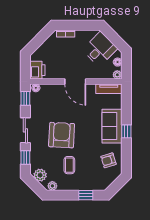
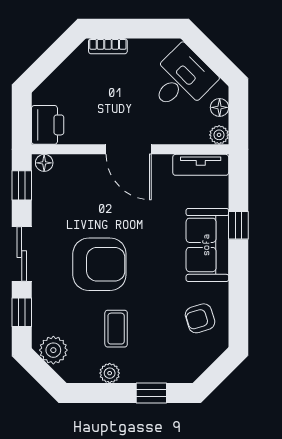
window: (126, 131) -> (238, 225), moved
armchair: (62, 135) -> (99, 264), turned 87
plant: (52, 186) -> (110, 373), moved

